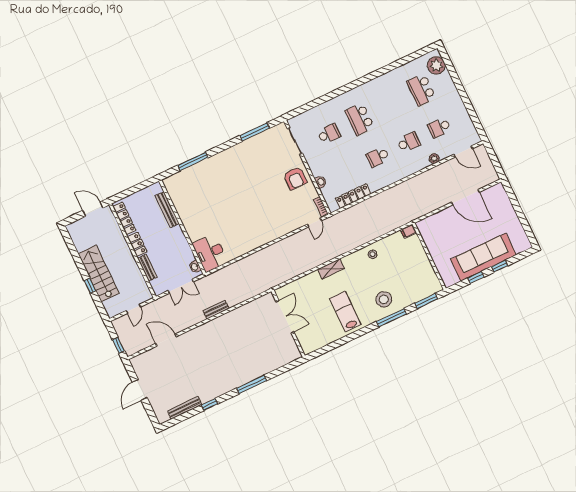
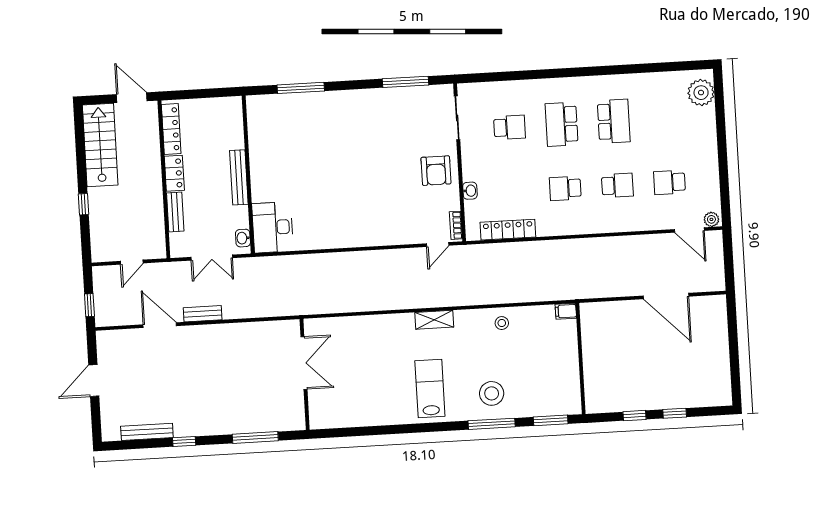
school desk: (421, 90) -> (614, 121), moved, turned 180
plant: (434, 159) -> (711, 219), moved
bench: (167, 210) -> (239, 177), moved
sofa: (483, 257) -> (657, 391), removed
stairs: (99, 273) -> (100, 145), moved
bench: (216, 310) -> (203, 314), moved
double door: (285, 317) -> (304, 363), moved
wall: (288, 323) -> (305, 374), moved

